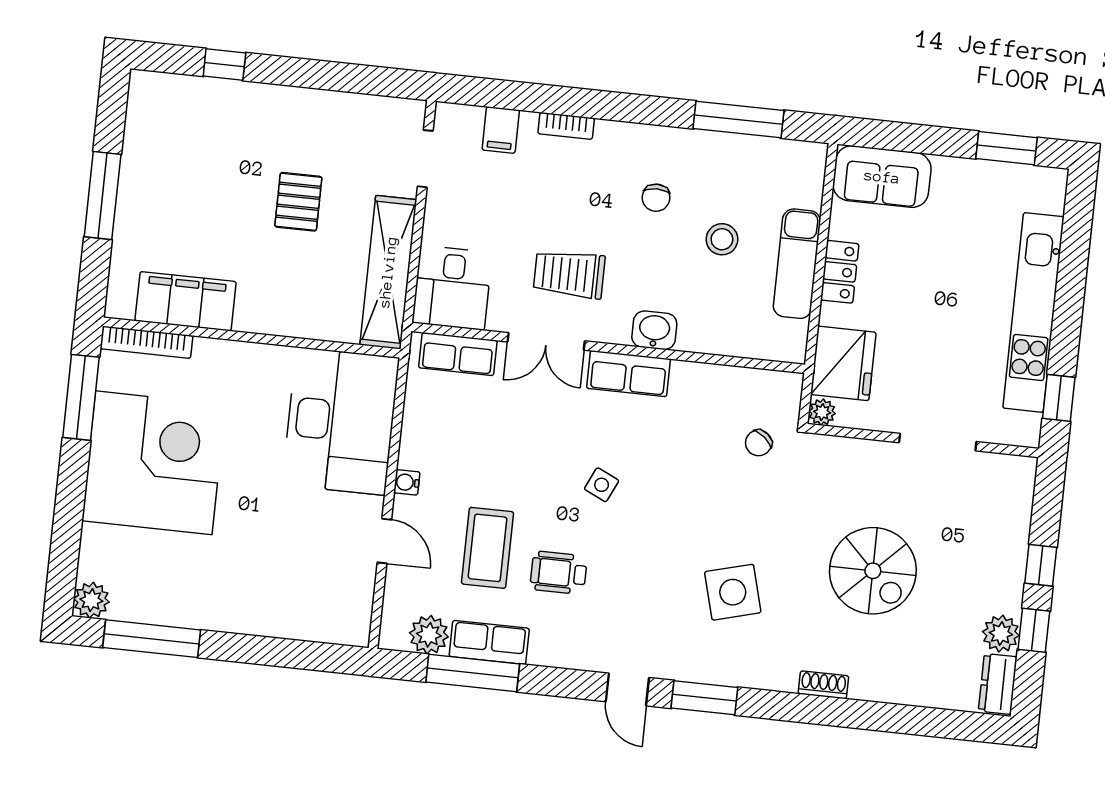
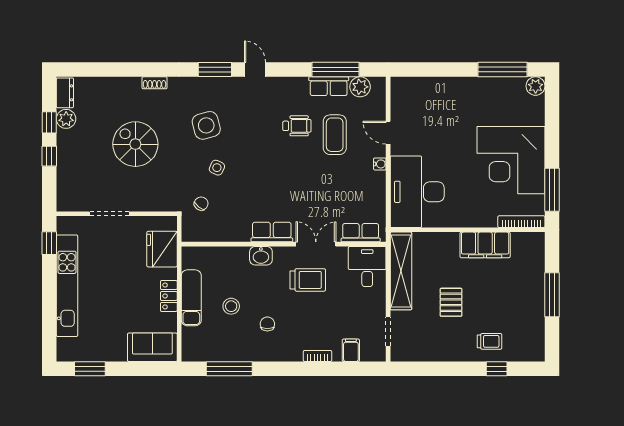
trolley: (232, 119) -> (490, 341), added
filing cabinet: (186, 301) -> (485, 245), moved
plant: (822, 412) -> (170, 223), removed
side table: (602, 485) -> (217, 168), moved

